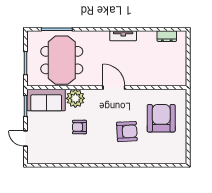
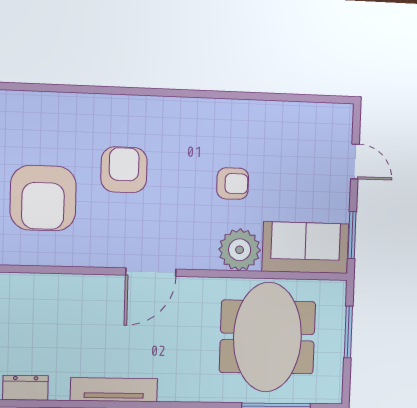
tv unit: (123, 36) -> (114, 390), width x1.41
door: (114, 88) -> (151, 272), hinge flipped
armchair: (127, 132) -> (124, 170), turned 93

